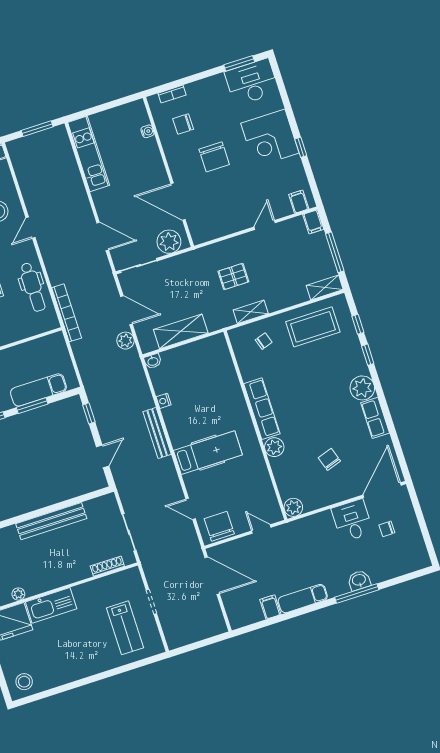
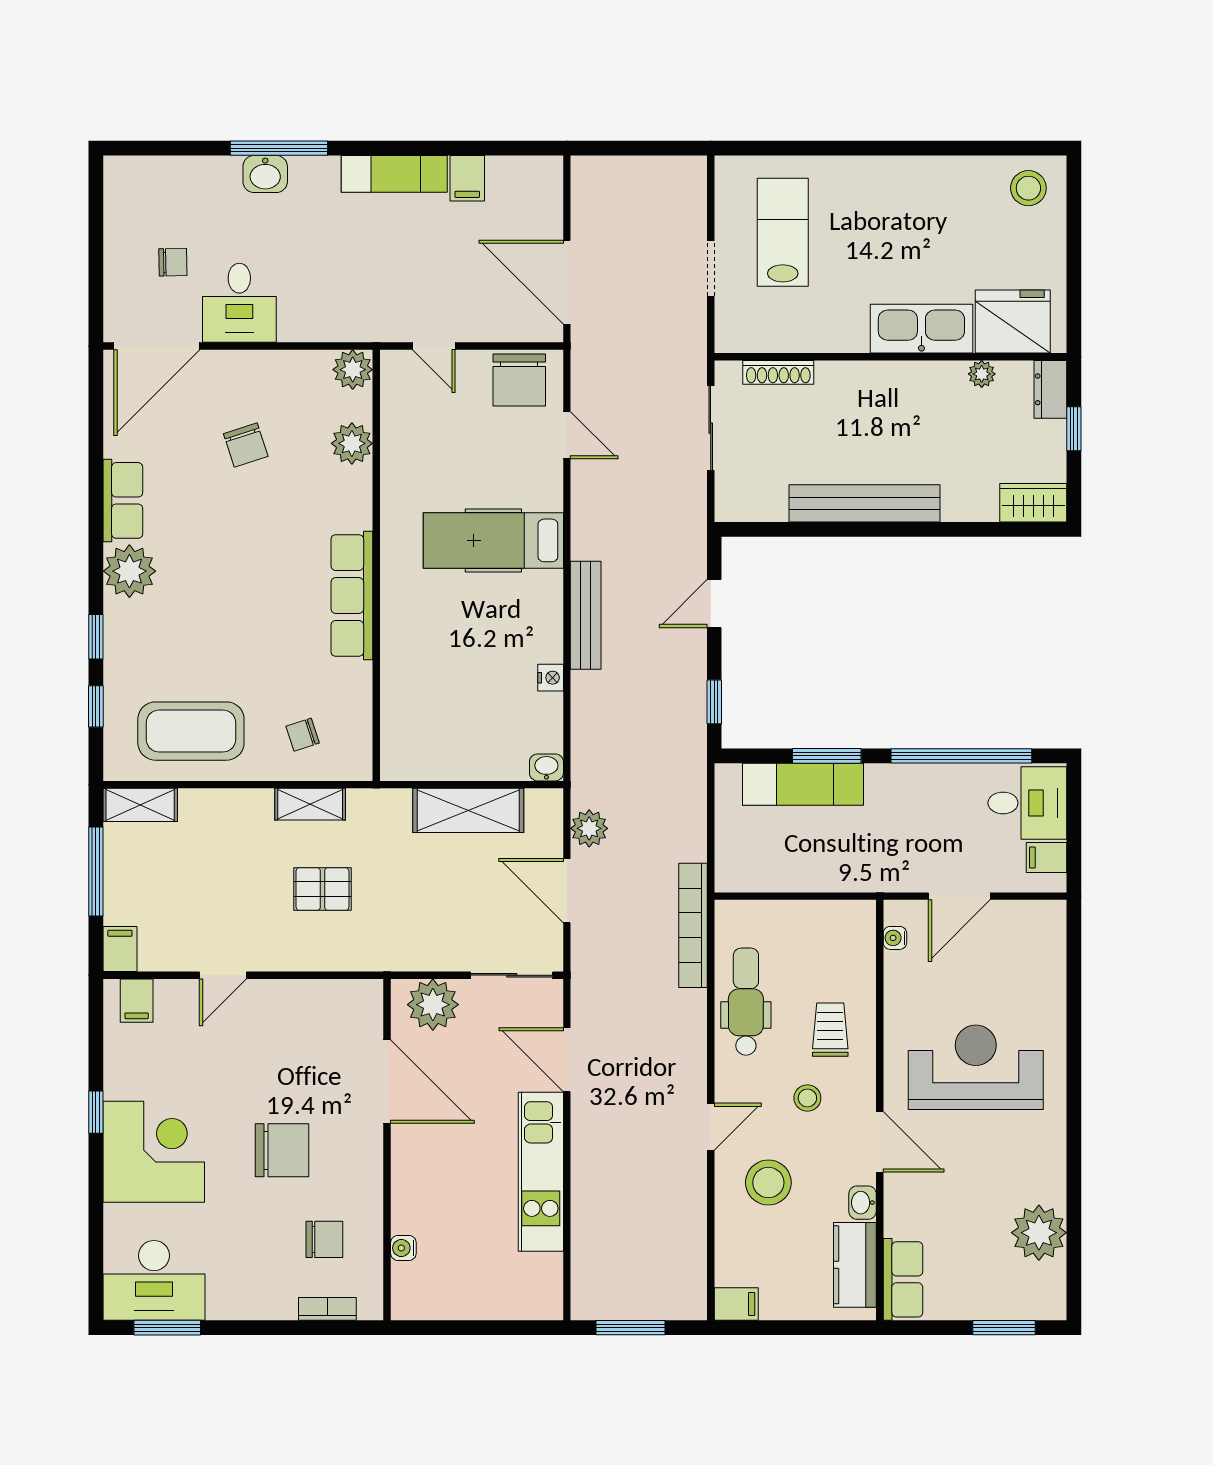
kitchen unit: (89, 154) -> (541, 1172), moved
chair: (214, 157) -> (282, 1150), turned 90
plant: (274, 447) -> (352, 443), moved

